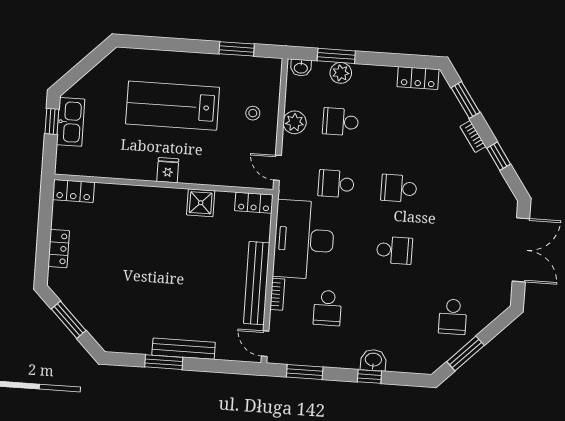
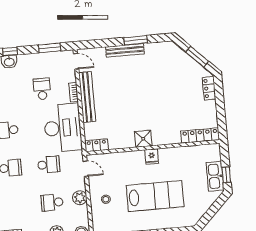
school desk: (340, 122) -> (52, 202), turned 180
locker: (74, 191) -> (200, 135), width x1.53
shower: (201, 203) -> (143, 139), moved
locker: (59, 249) -> (209, 88), moved

